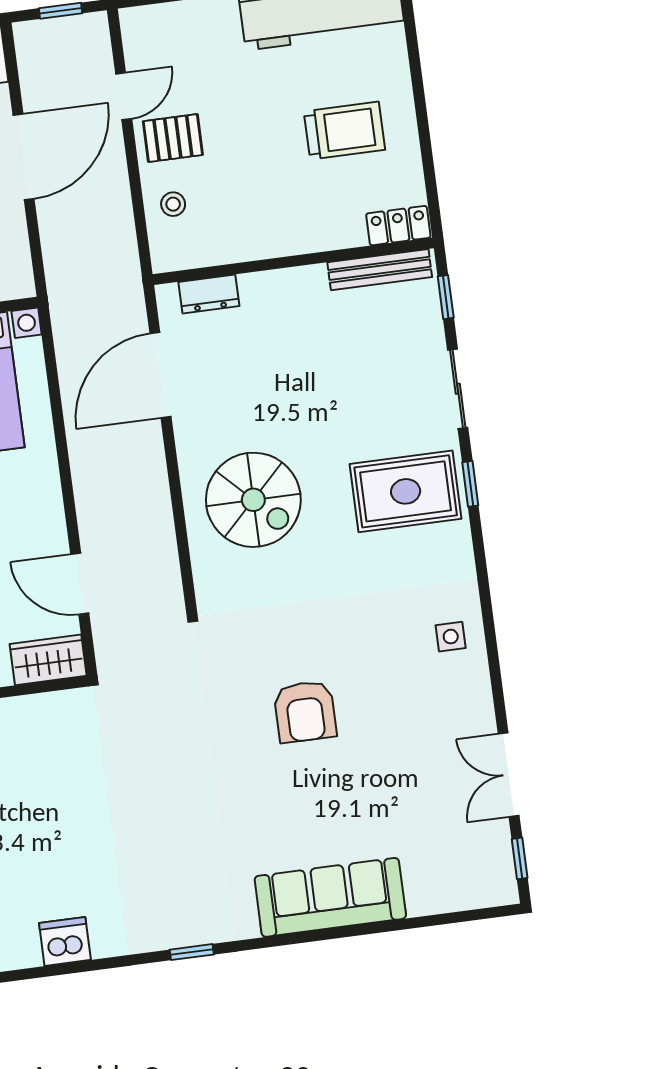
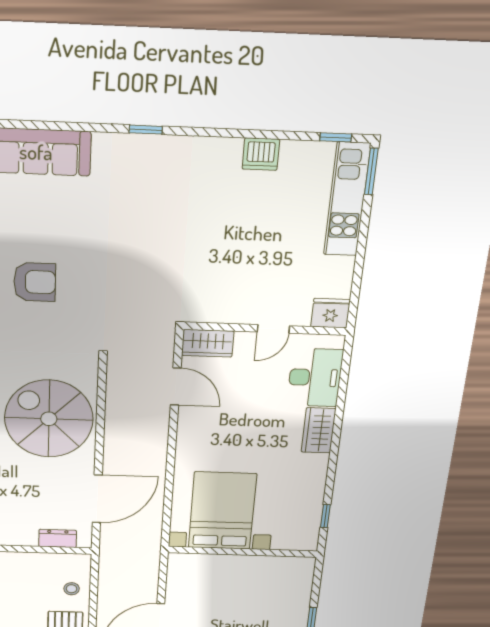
spiral stairs: (253, 500) -> (49, 419), width x1.37, depth x1.37
armchair: (305, 712) -> (35, 282), turned 90
dishwasher: (65, 941) -> (261, 154), moved

